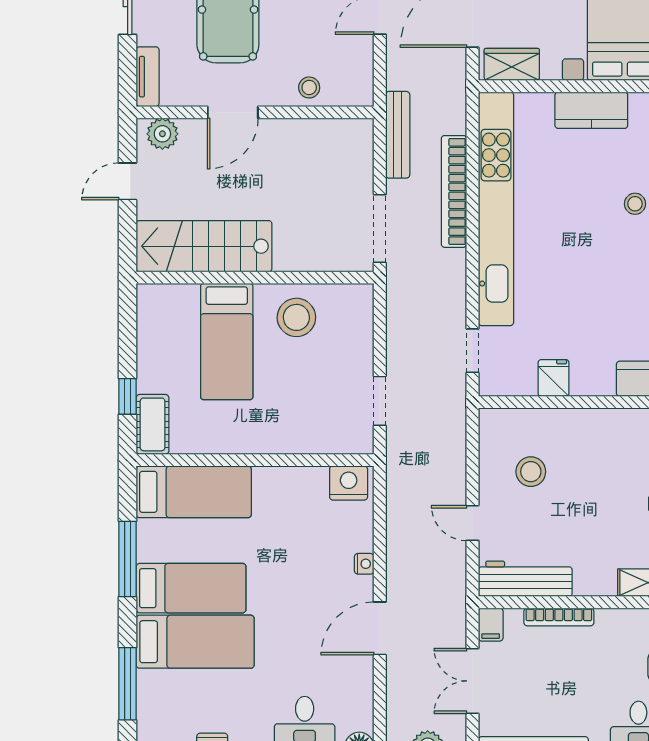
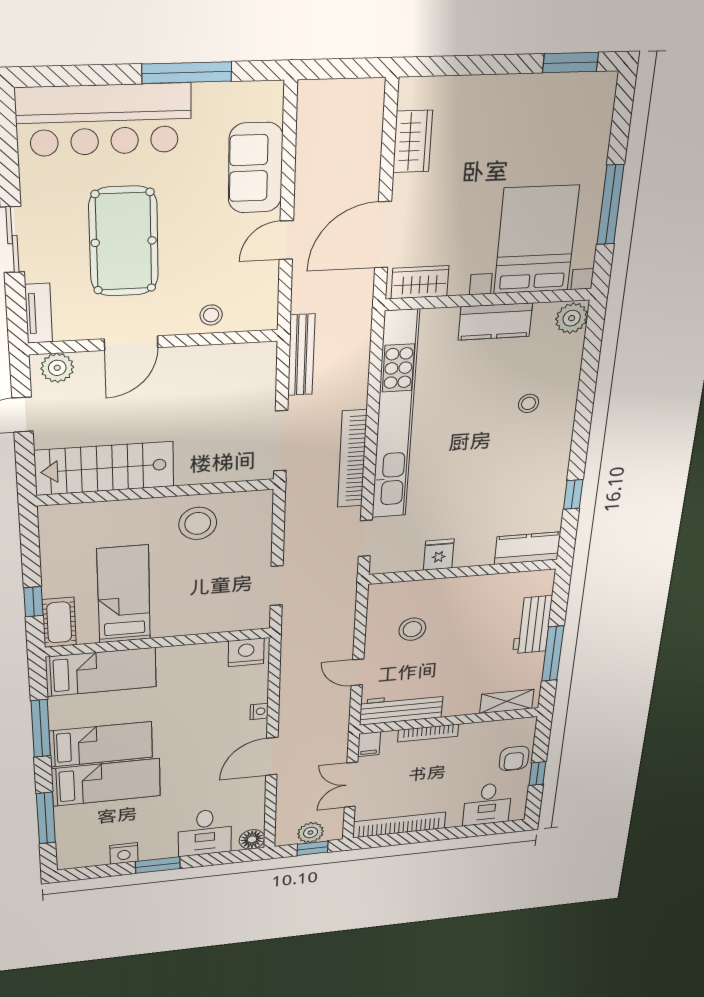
bookcase: (454, 191) -> (352, 459), moved
bed: (227, 342) -> (124, 594), moved, turned 180

